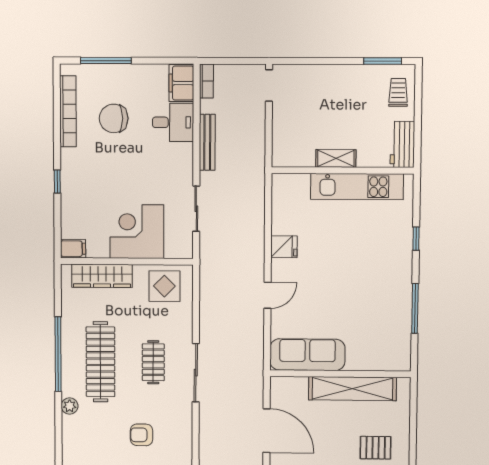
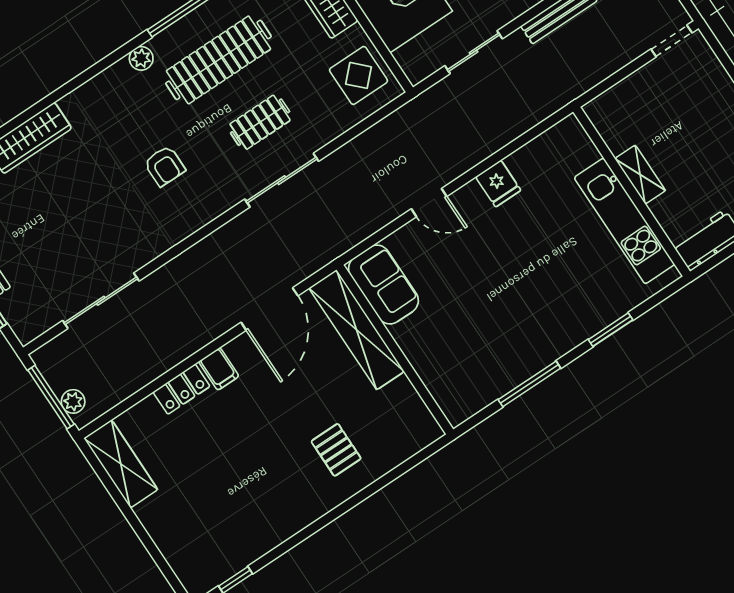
window: (416, 239) -> (611, 330), width x1.50
sofa: (307, 355) -> (383, 285), width x0.73
shelving: (352, 389) -> (357, 330), moved
armchair: (142, 435) -> (165, 166), turned 180

